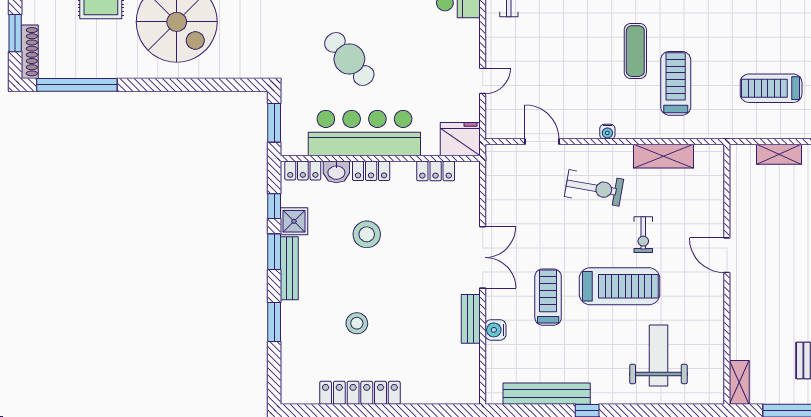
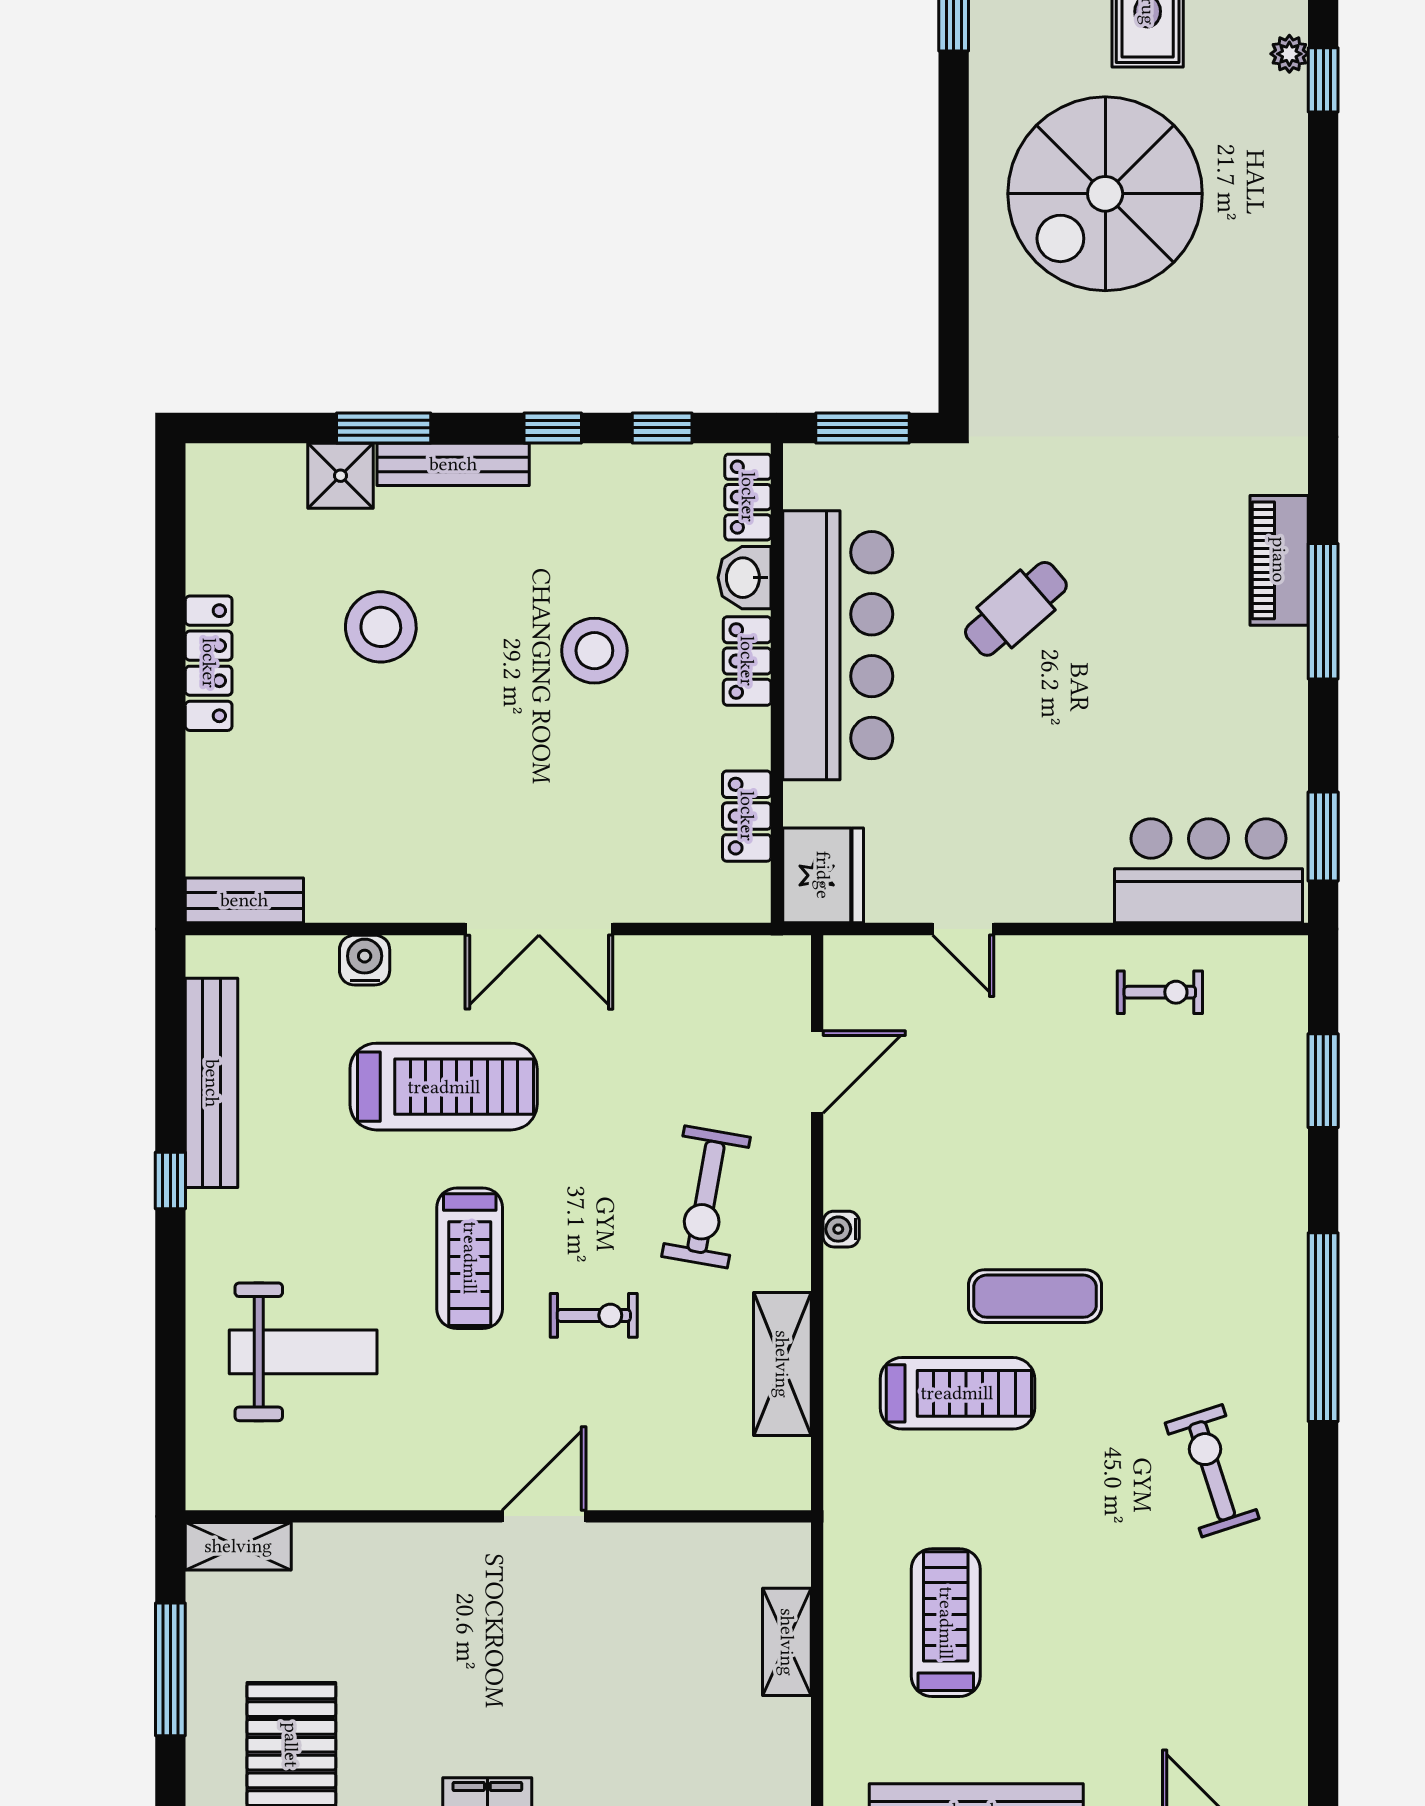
cafe table: (349, 59) -> (1016, 609), width x0.73, depth x0.74
shower: (294, 221) -> (341, 476), moved
exercise bike: (643, 235) -> (594, 1315), turned 180
window: (274, 252) -> (553, 428), width x0.67
bench: (289, 268) -> (453, 464), moved
treadmill: (619, 286) -> (470, 1258), width x0.73, depth x0.73
treadmill: (548, 297) -> (444, 1087), width x1.37, depth x1.38
bench: (471, 319) -> (244, 900), moved
stool: (357, 323) -> (381, 627), width x1.38, depth x1.38
locker: (360, 393) -> (209, 663), width x0.71, depth x0.83

